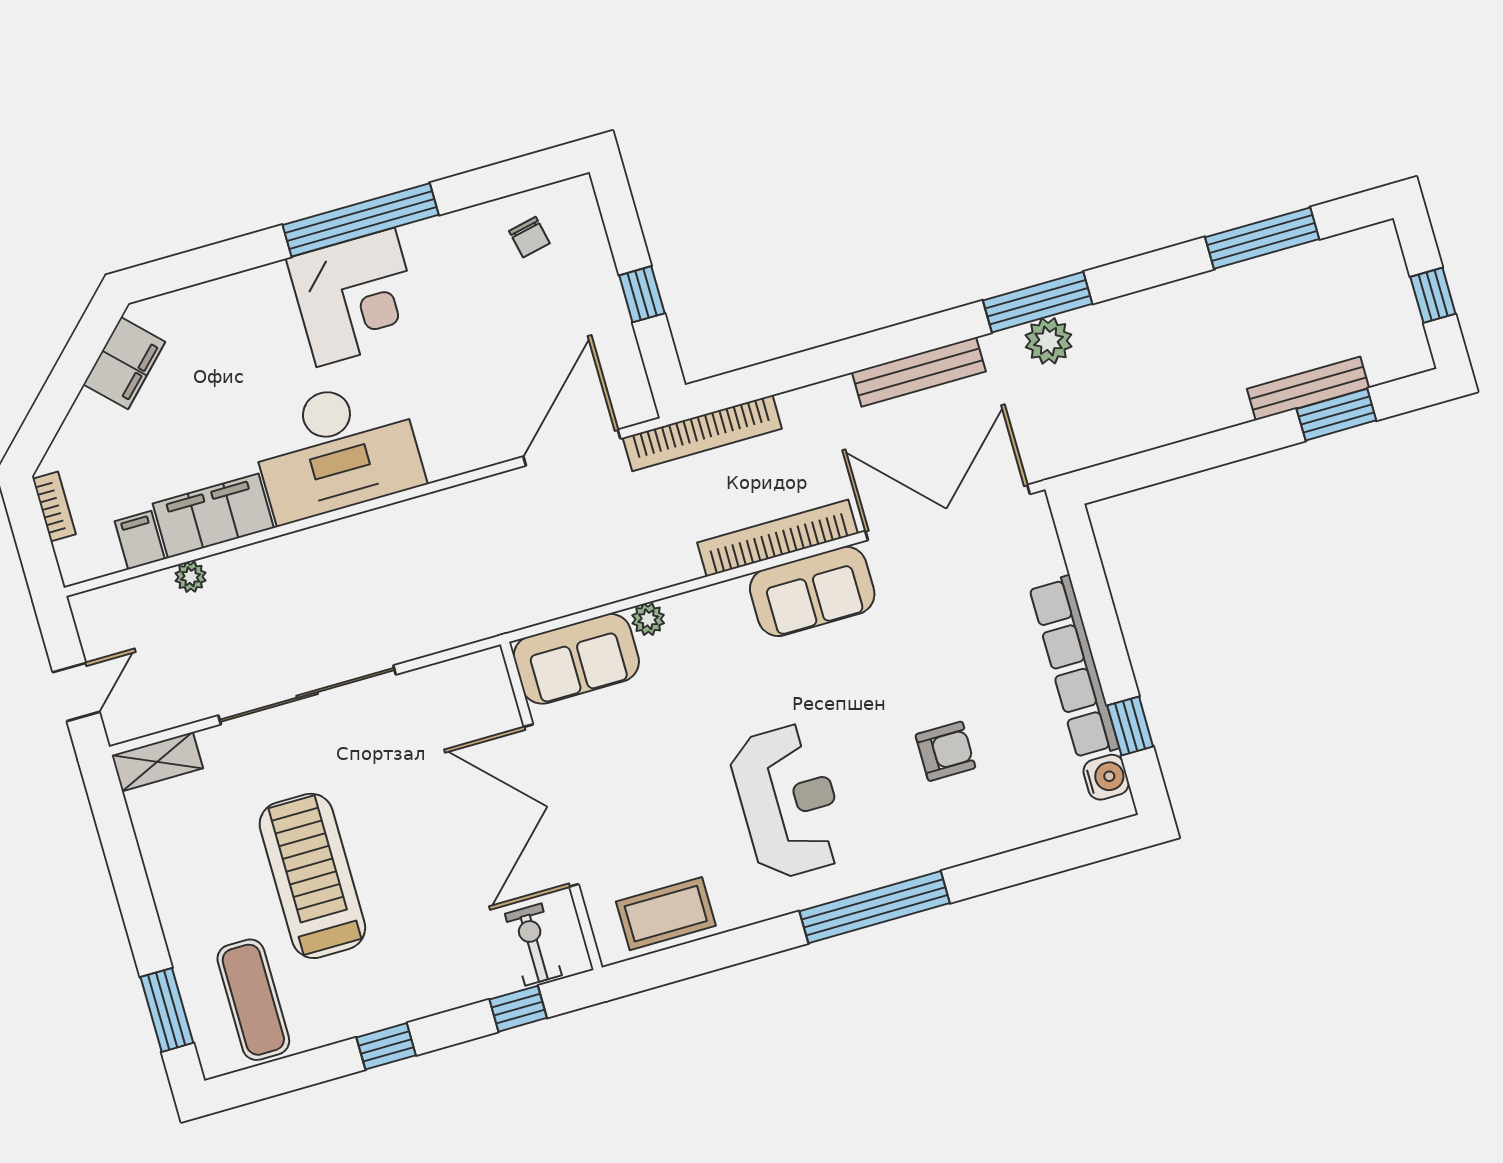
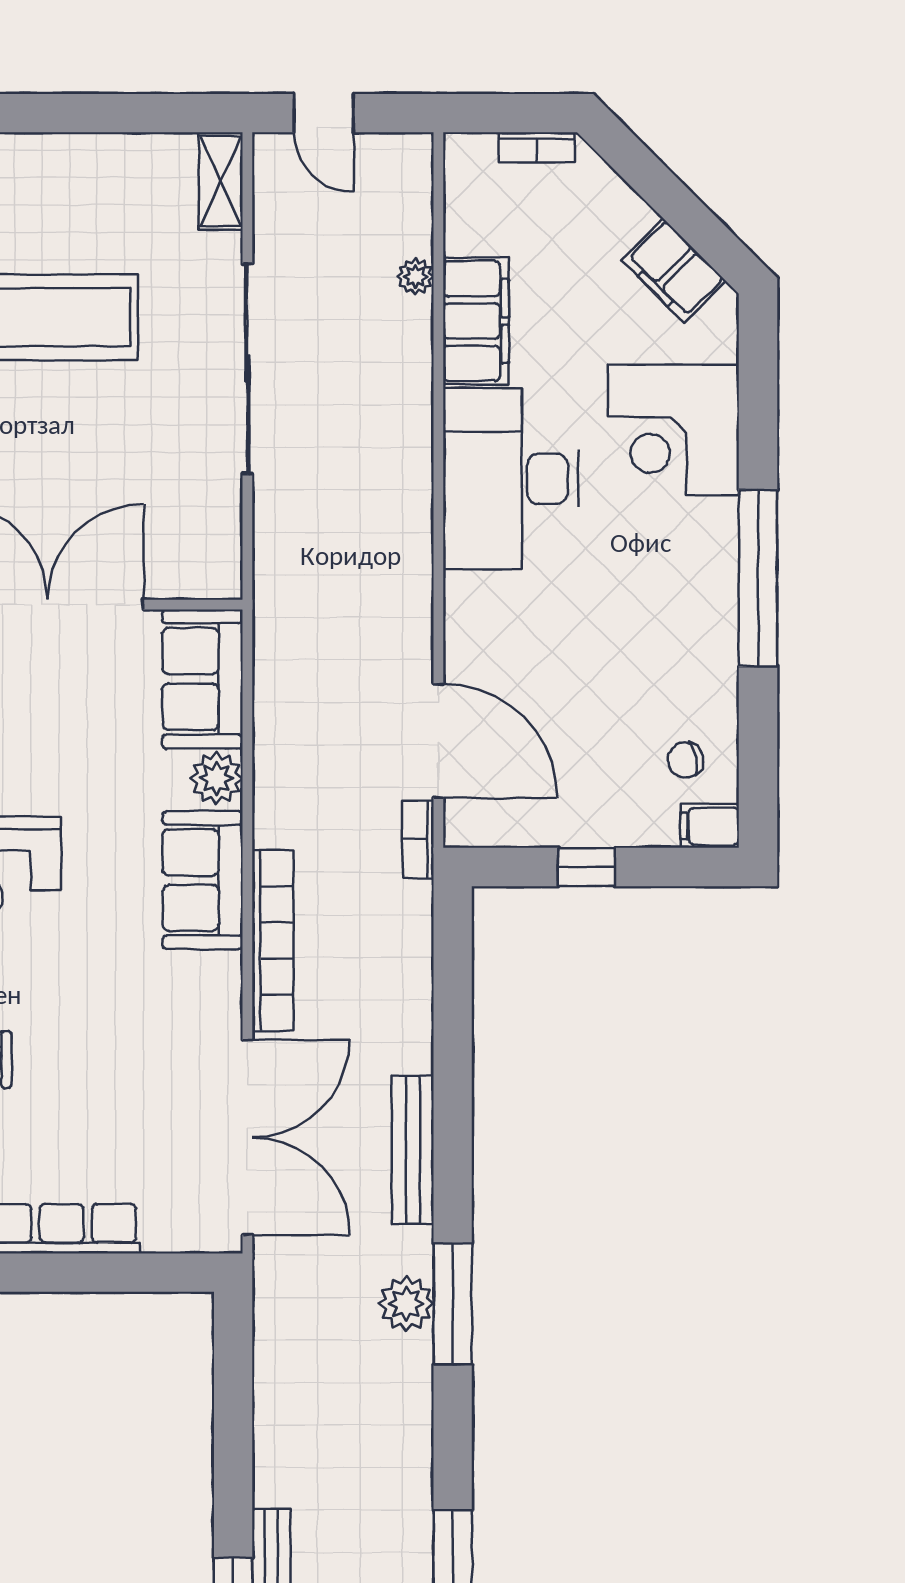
corner desk: (356, 297) -> (674, 430), moved
bookcase: (702, 433) -> (418, 839), width x0.43, depth x0.76
filing cabinet: (140, 540) -> (710, 826), moved, turned 180
sofa: (812, 591) -> (203, 880), moved
plant: (648, 619) -> (217, 778), width x1.38, depth x1.38

